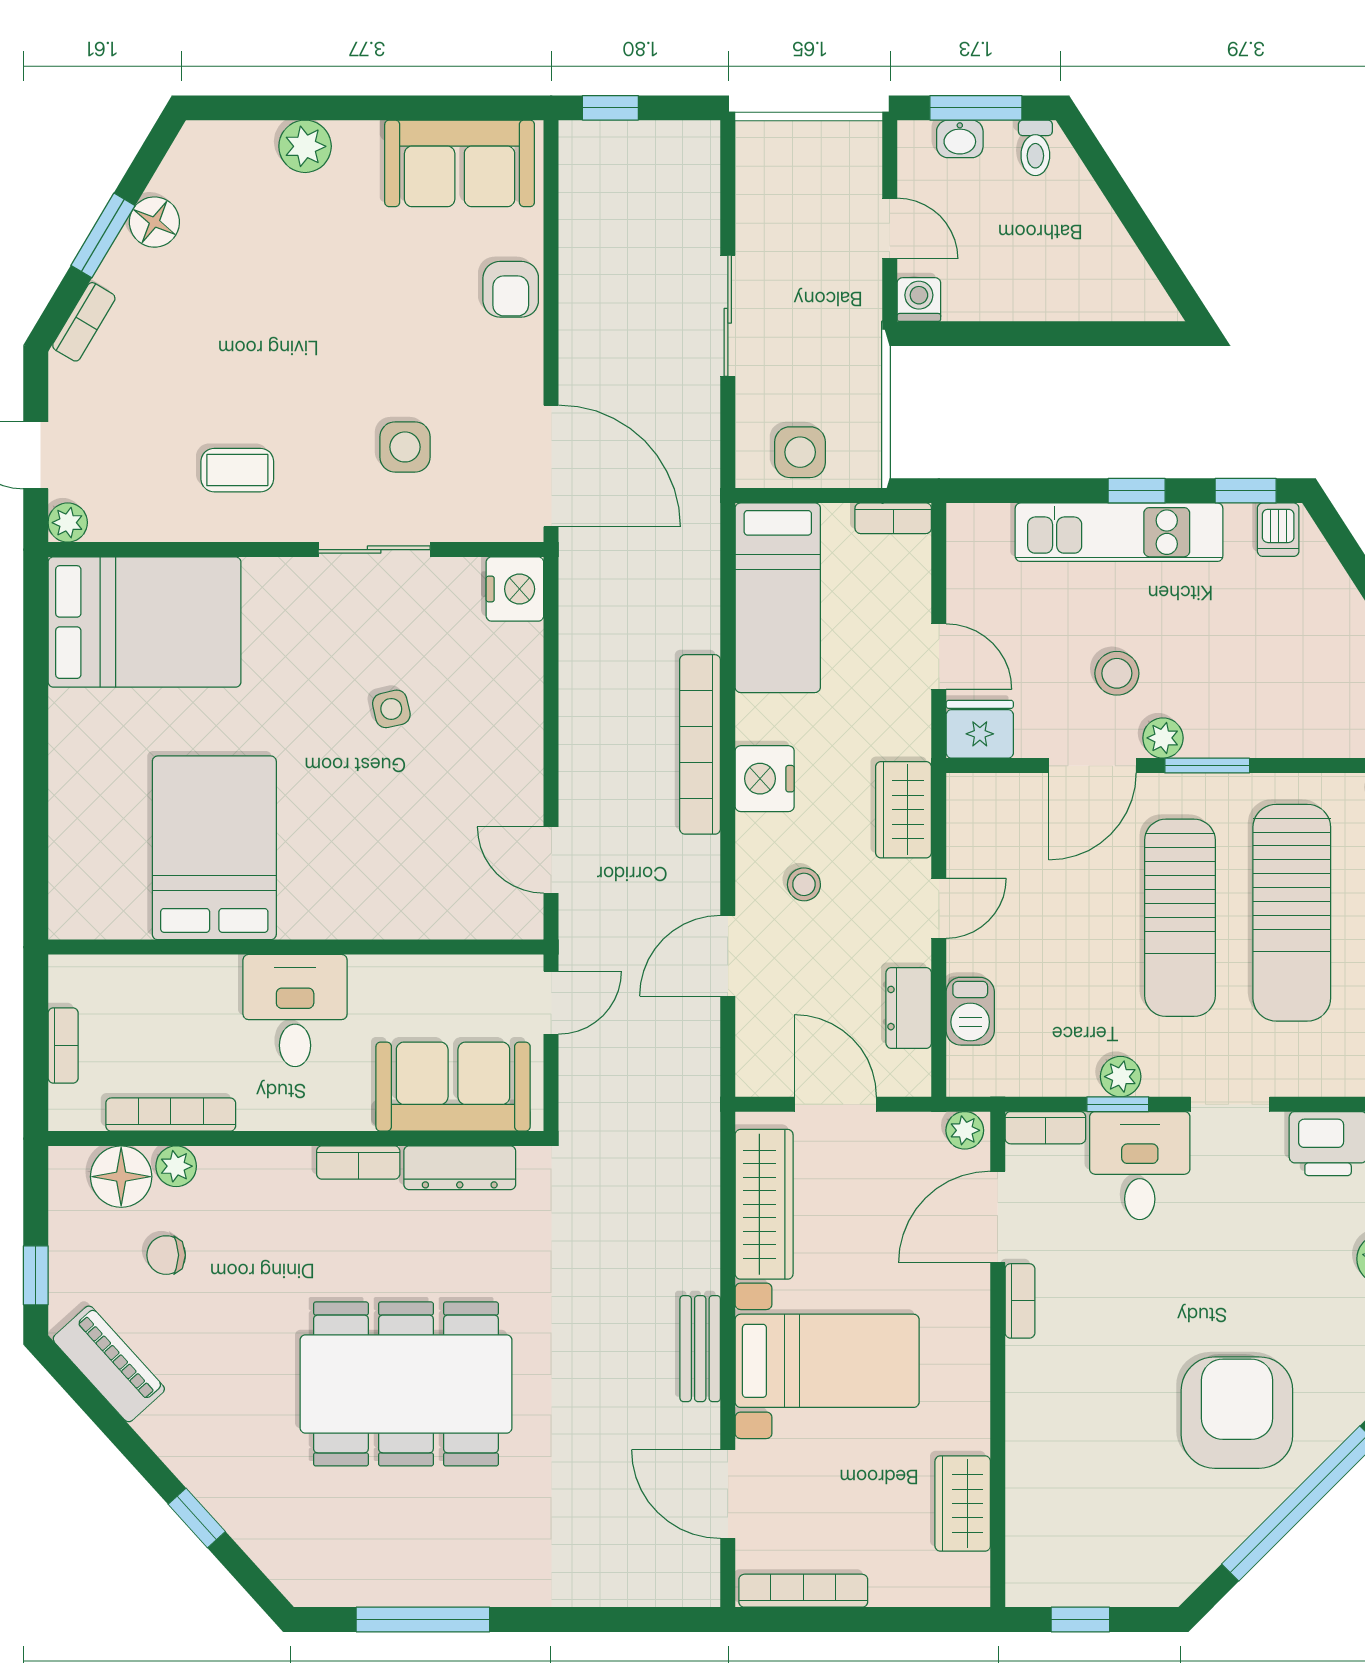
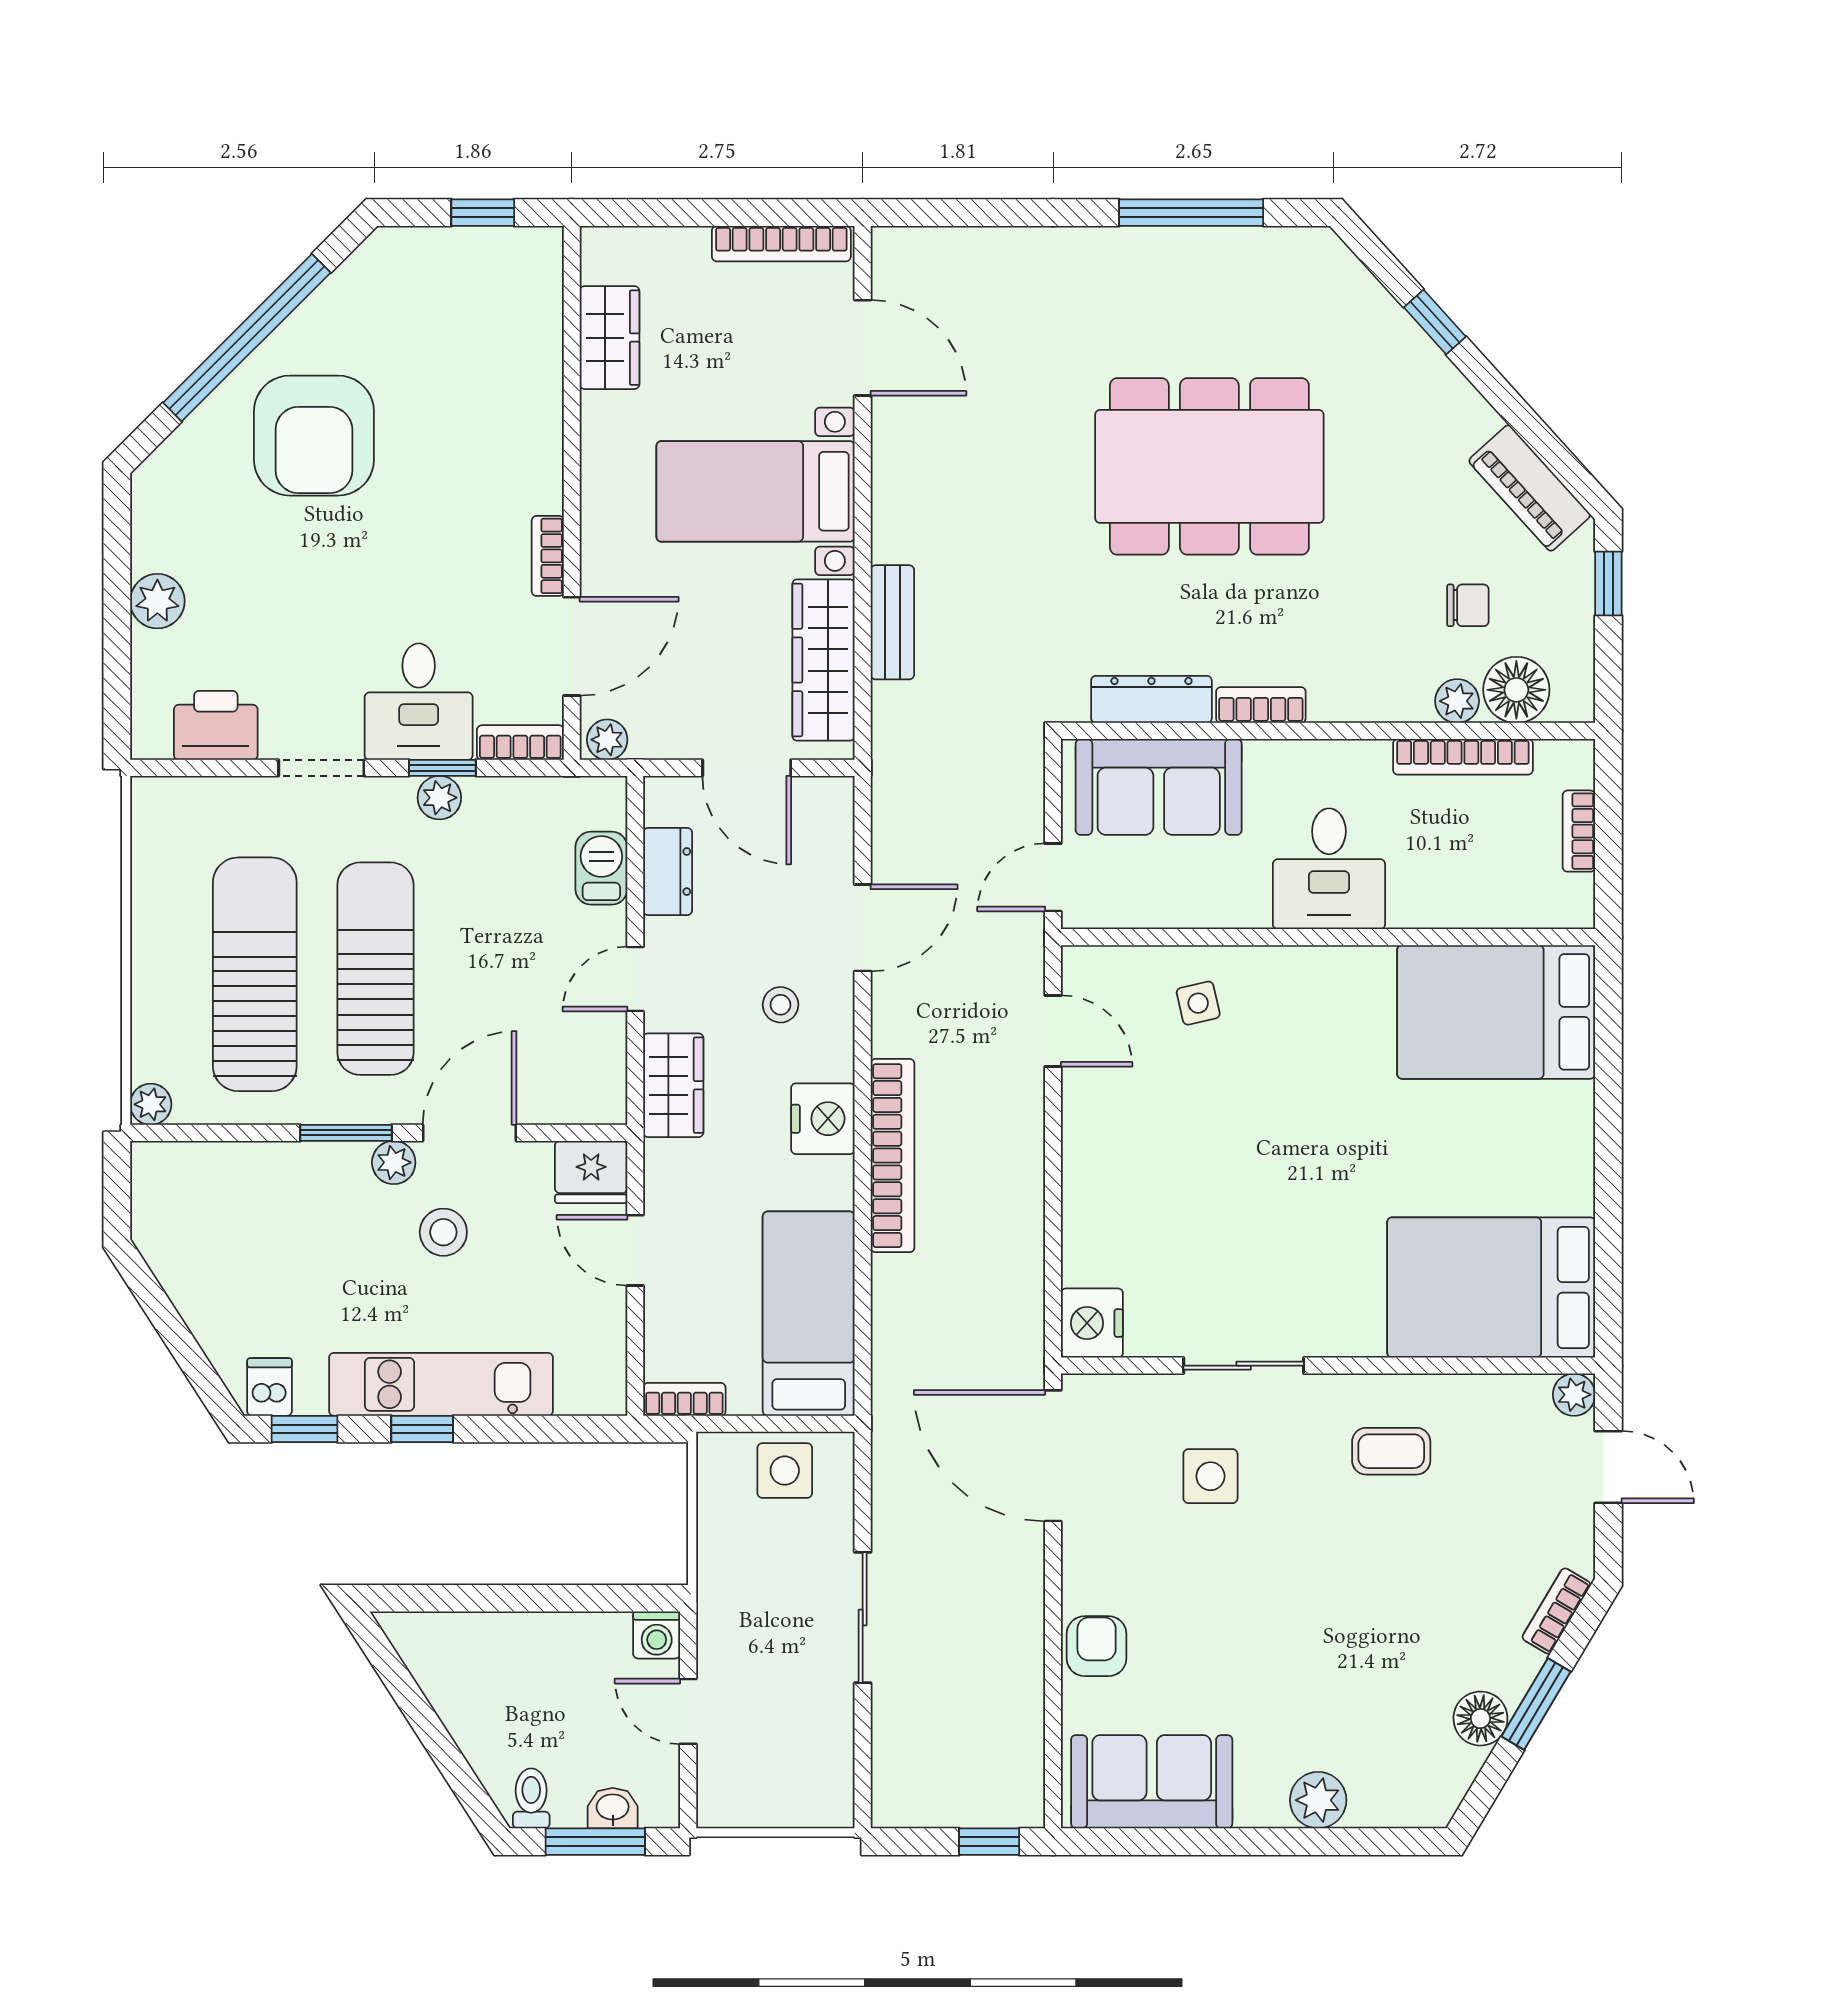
side table: (391, 709) -> (1198, 1003), moved
bed: (214, 848) -> (1496, 1012), moved, turned 90
bench: (700, 1349) -> (892, 622), moved

